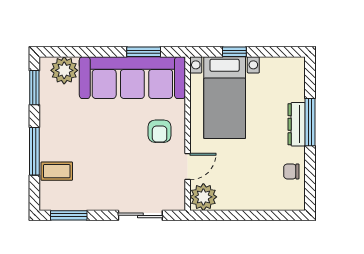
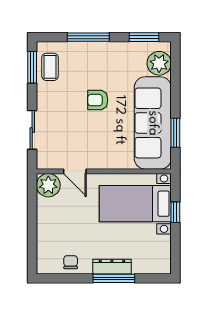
armchair: (160, 131) -> (98, 100), moved
coffee table: (57, 171) -> (50, 67), moved

